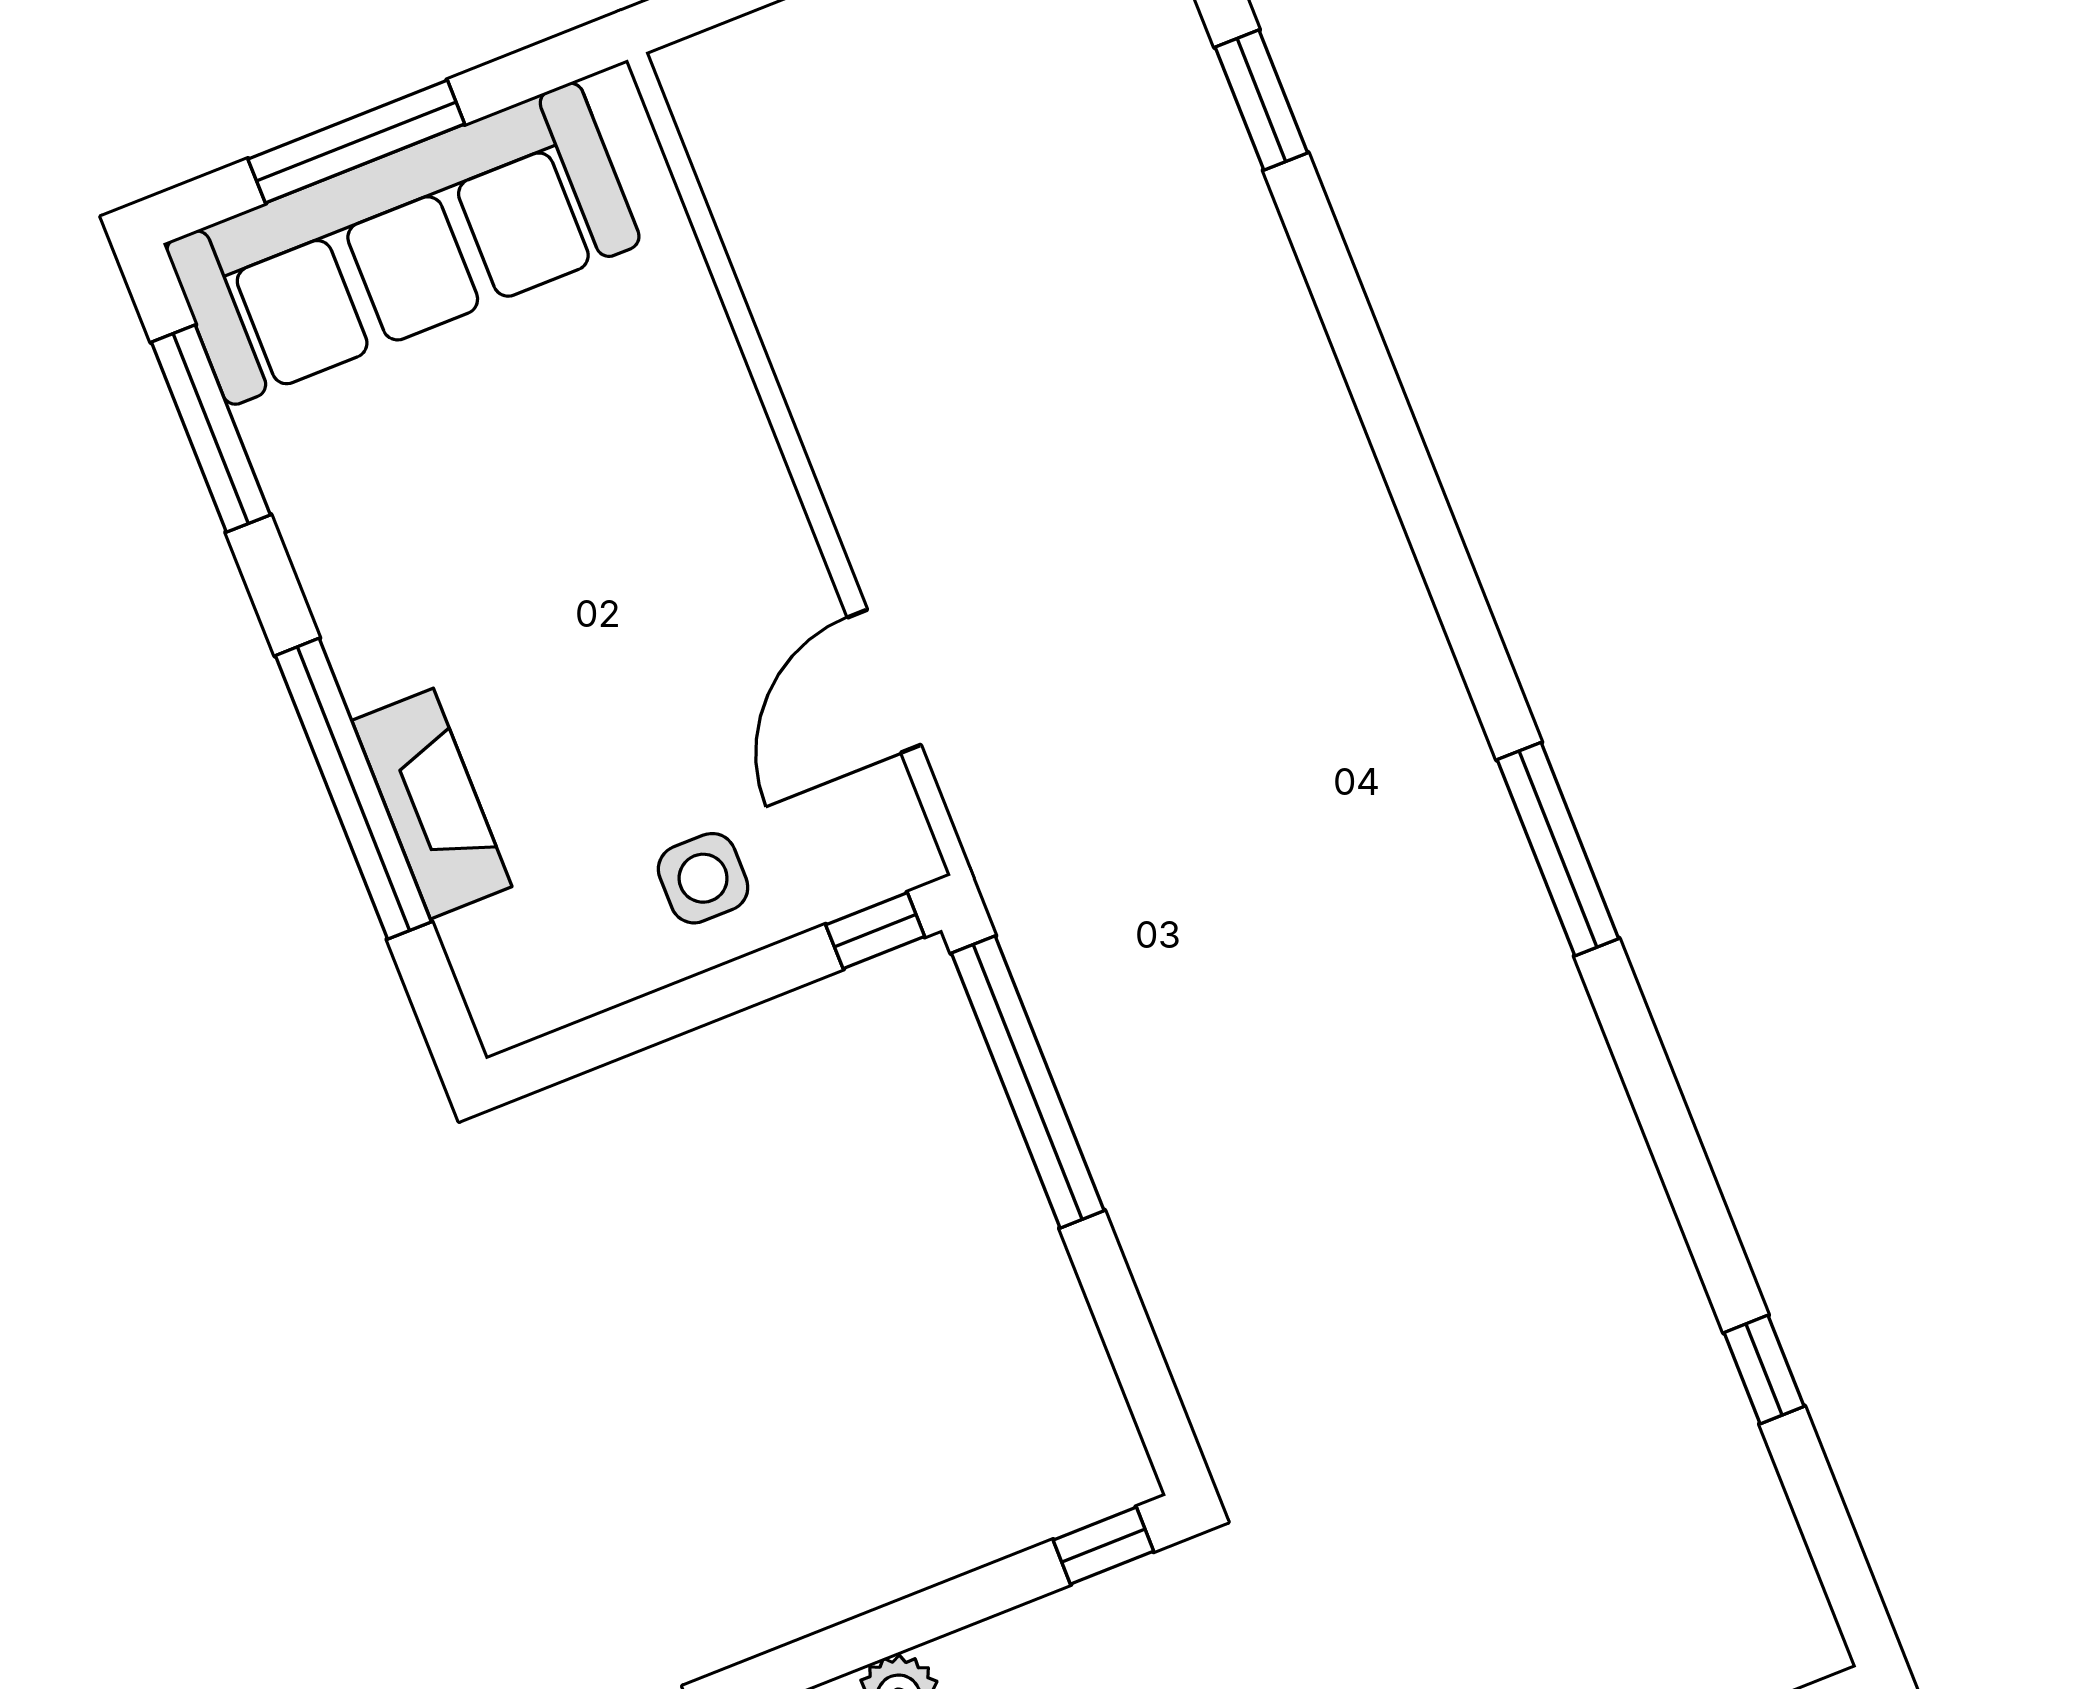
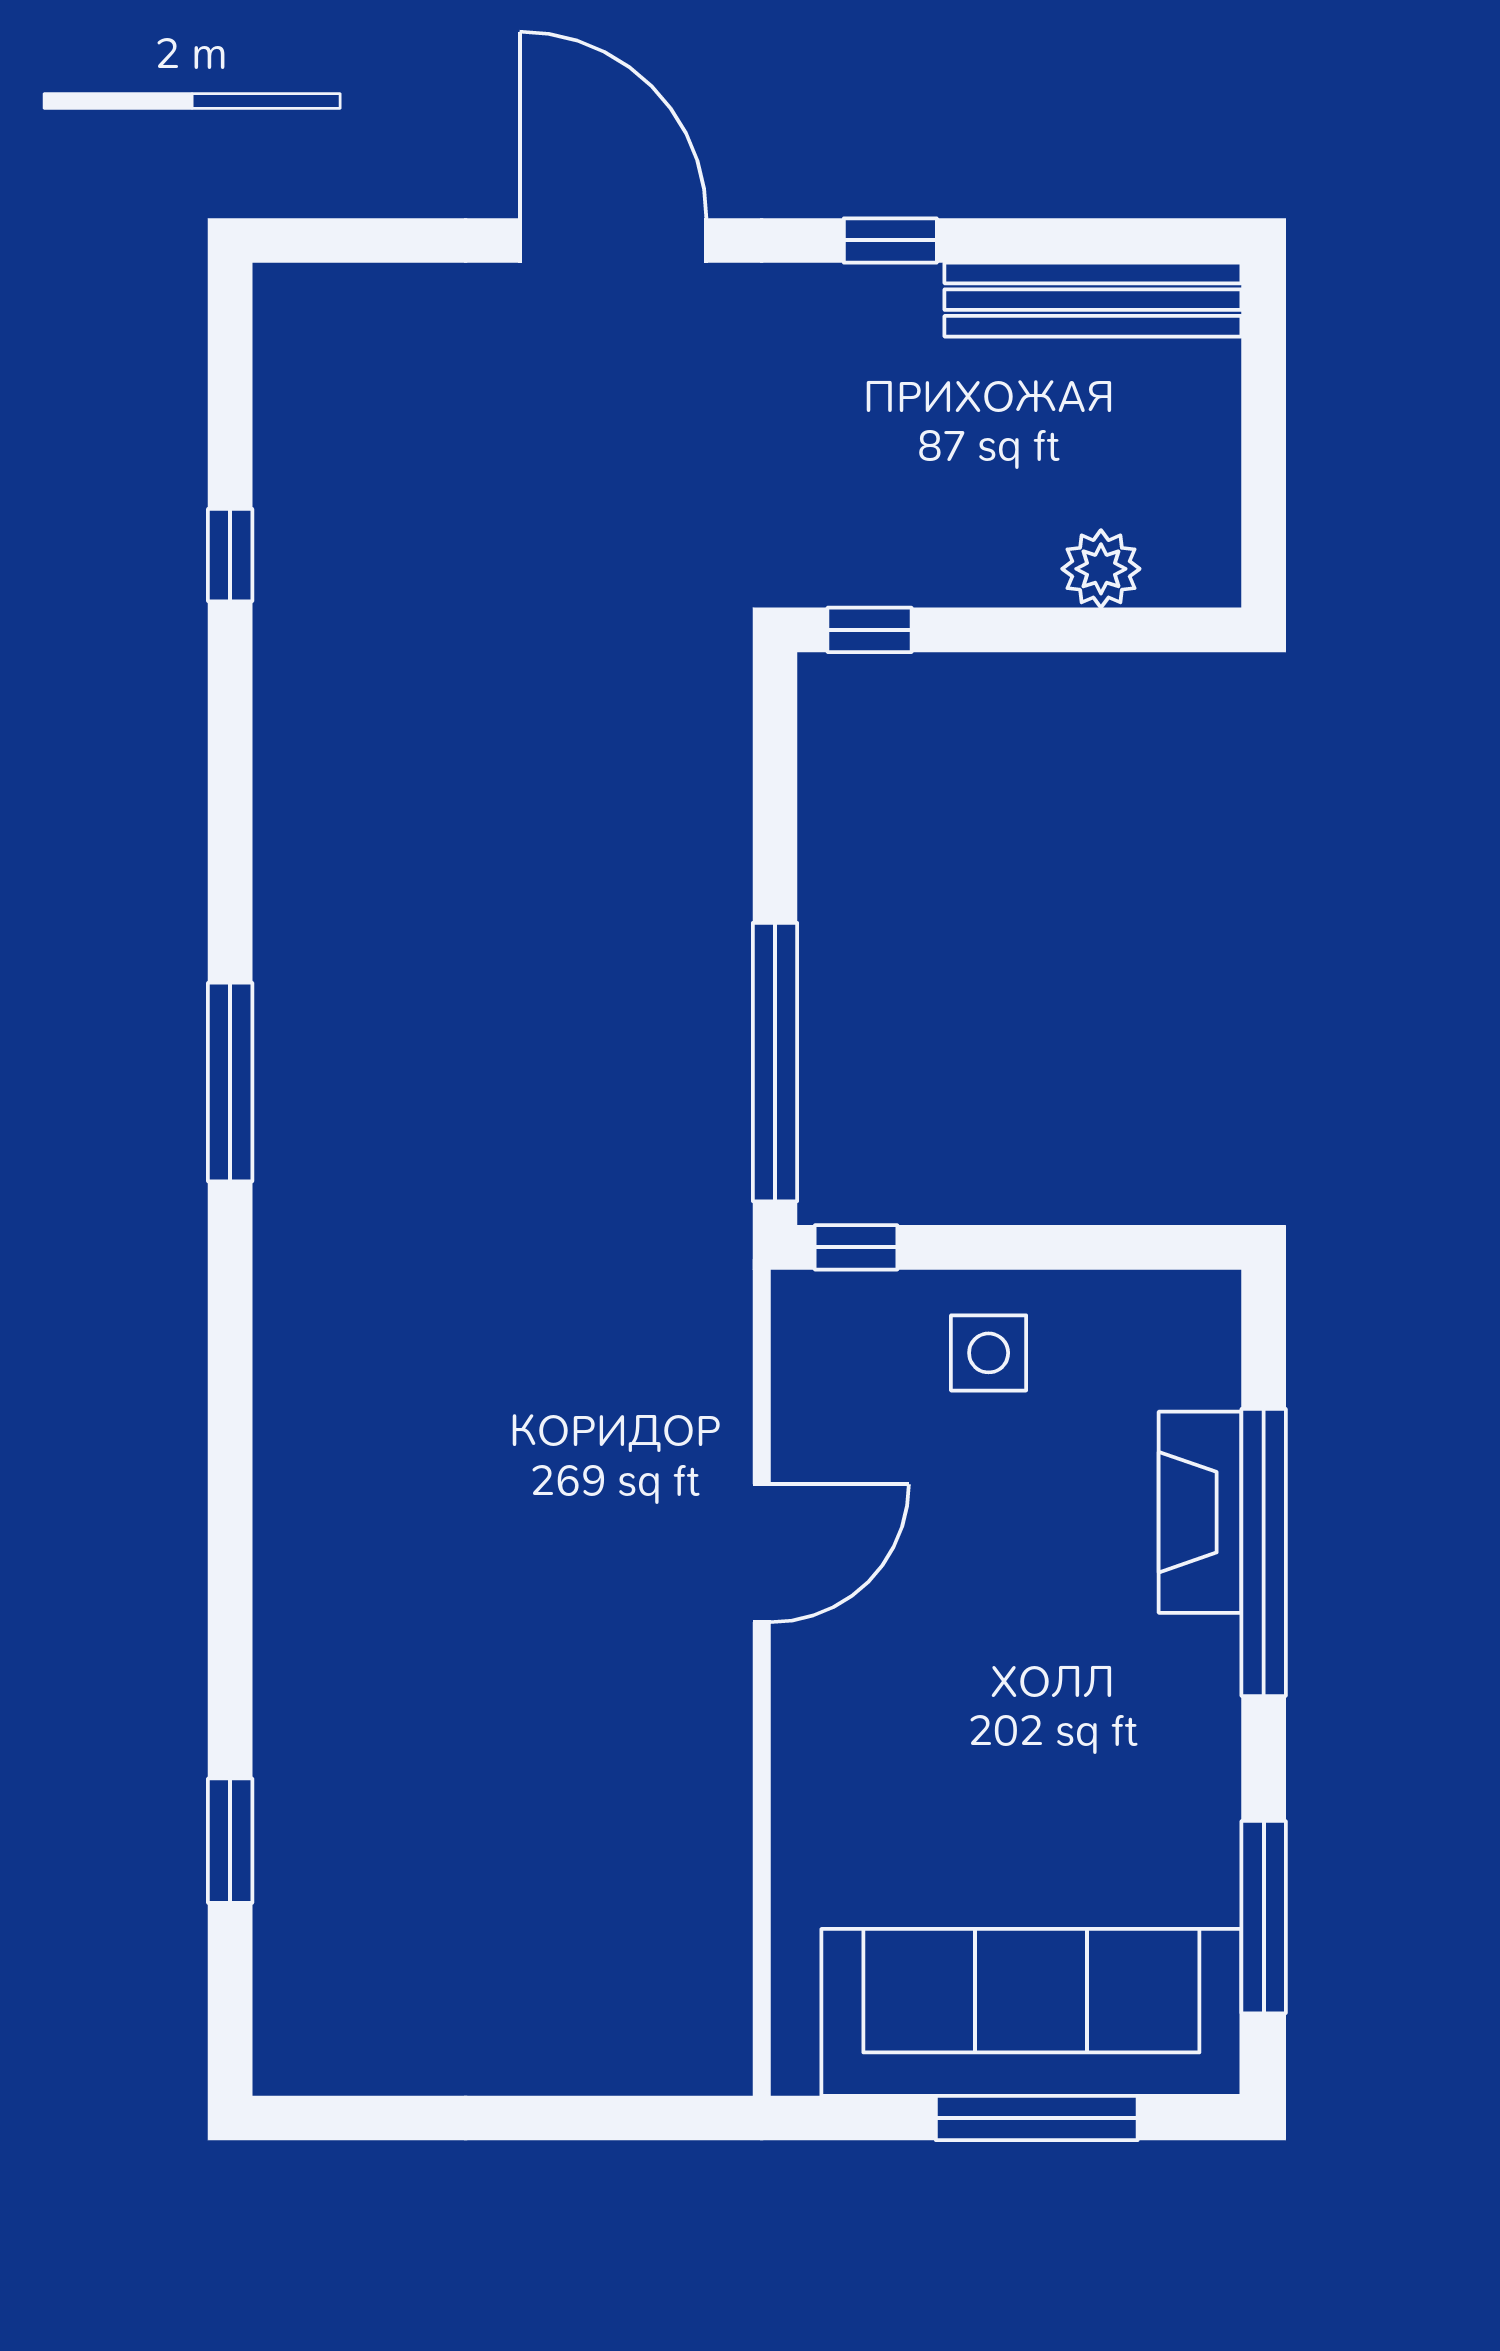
door: (884, 681) -> (762, 1553), moved

